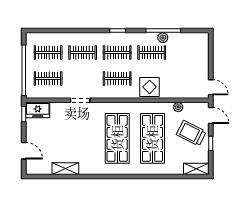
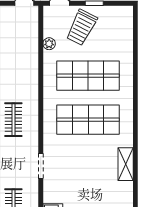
display table: (150, 87) -> (24, 79), removed
shelving: (65, 169) -> (126, 164), moved
shelving: (196, 169) -> (126, 21), removed

